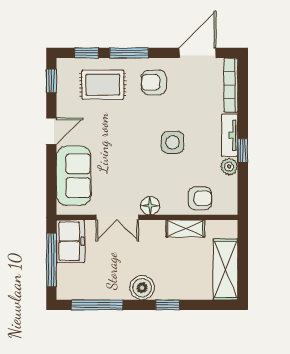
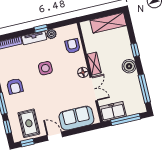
rug: (103, 85) -> (29, 123), moved
shelving: (185, 228) -> (94, 64), moved

